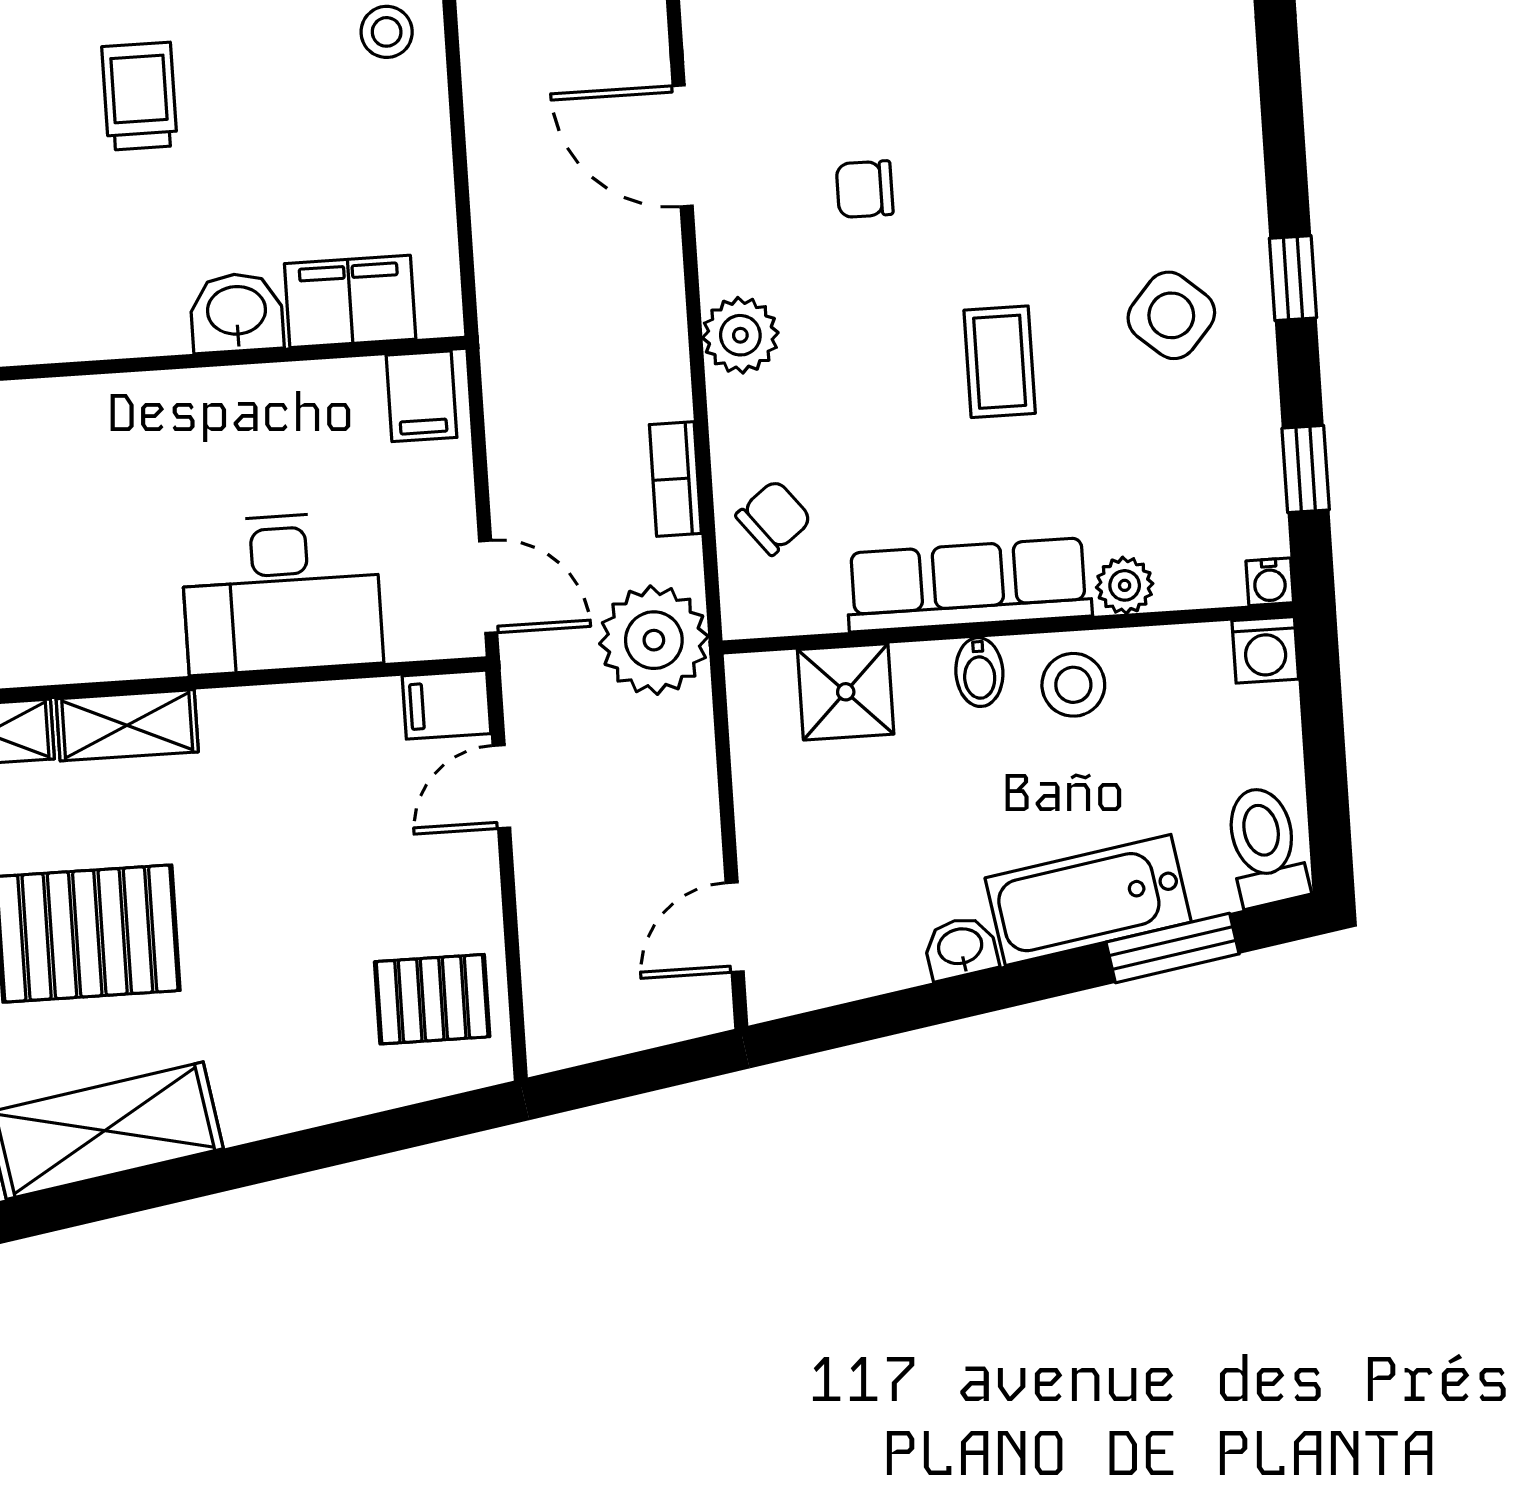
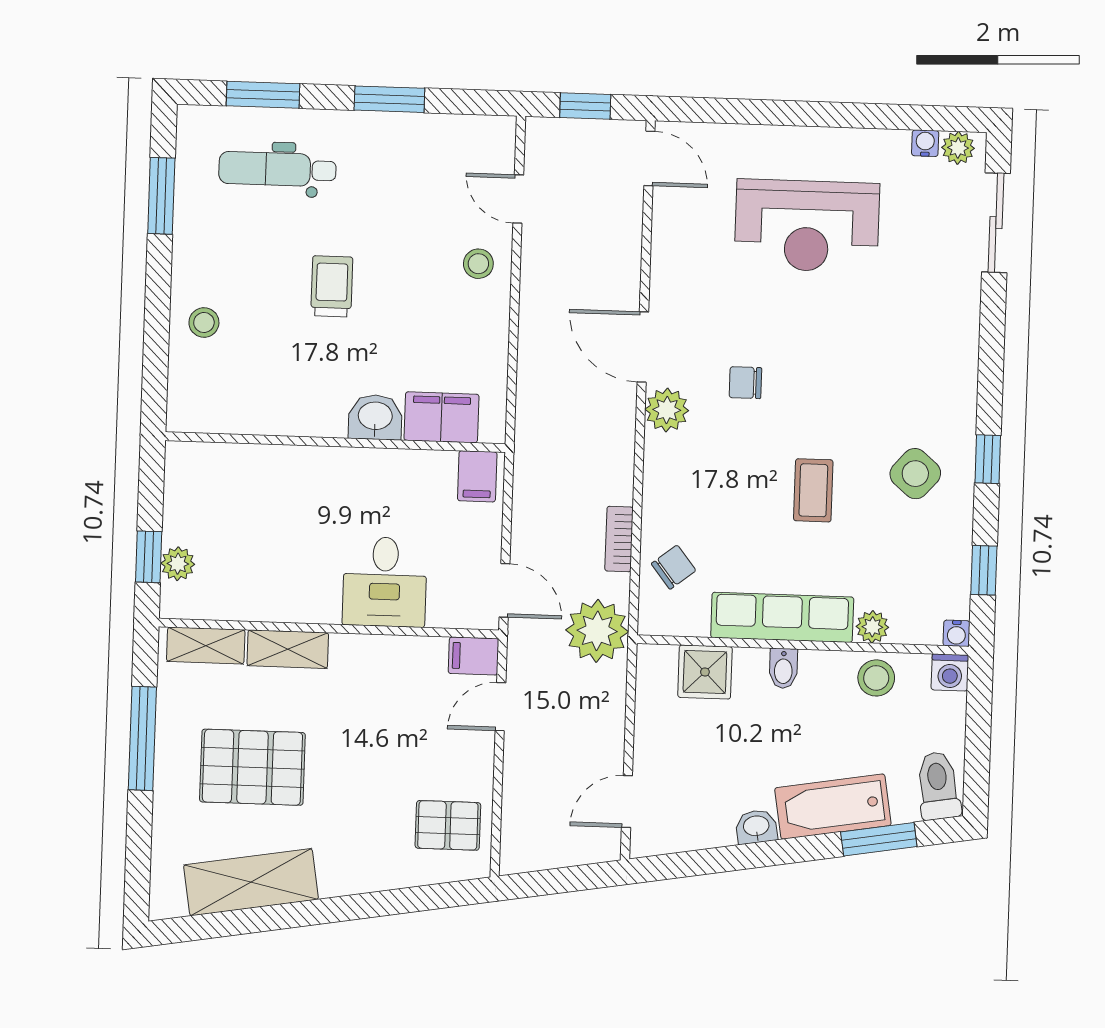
plant: (740, 335) -> (667, 410), moved
desk: (282, 593) -> (385, 582), width x0.73
stool: (1073, 685) -> (876, 678), moved

